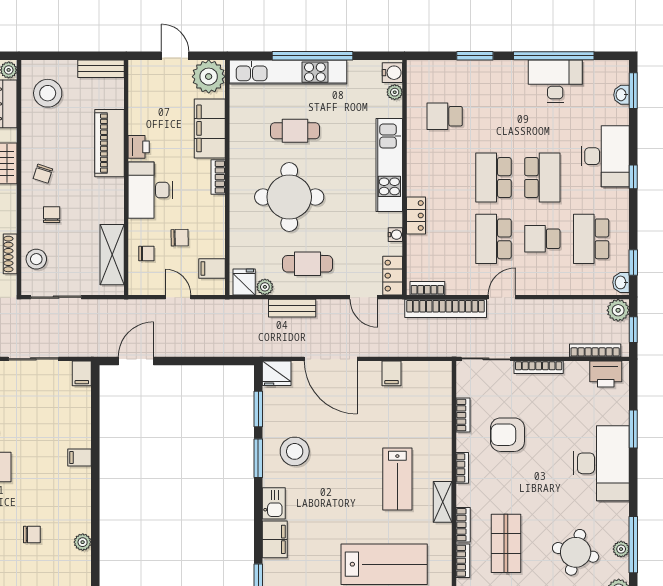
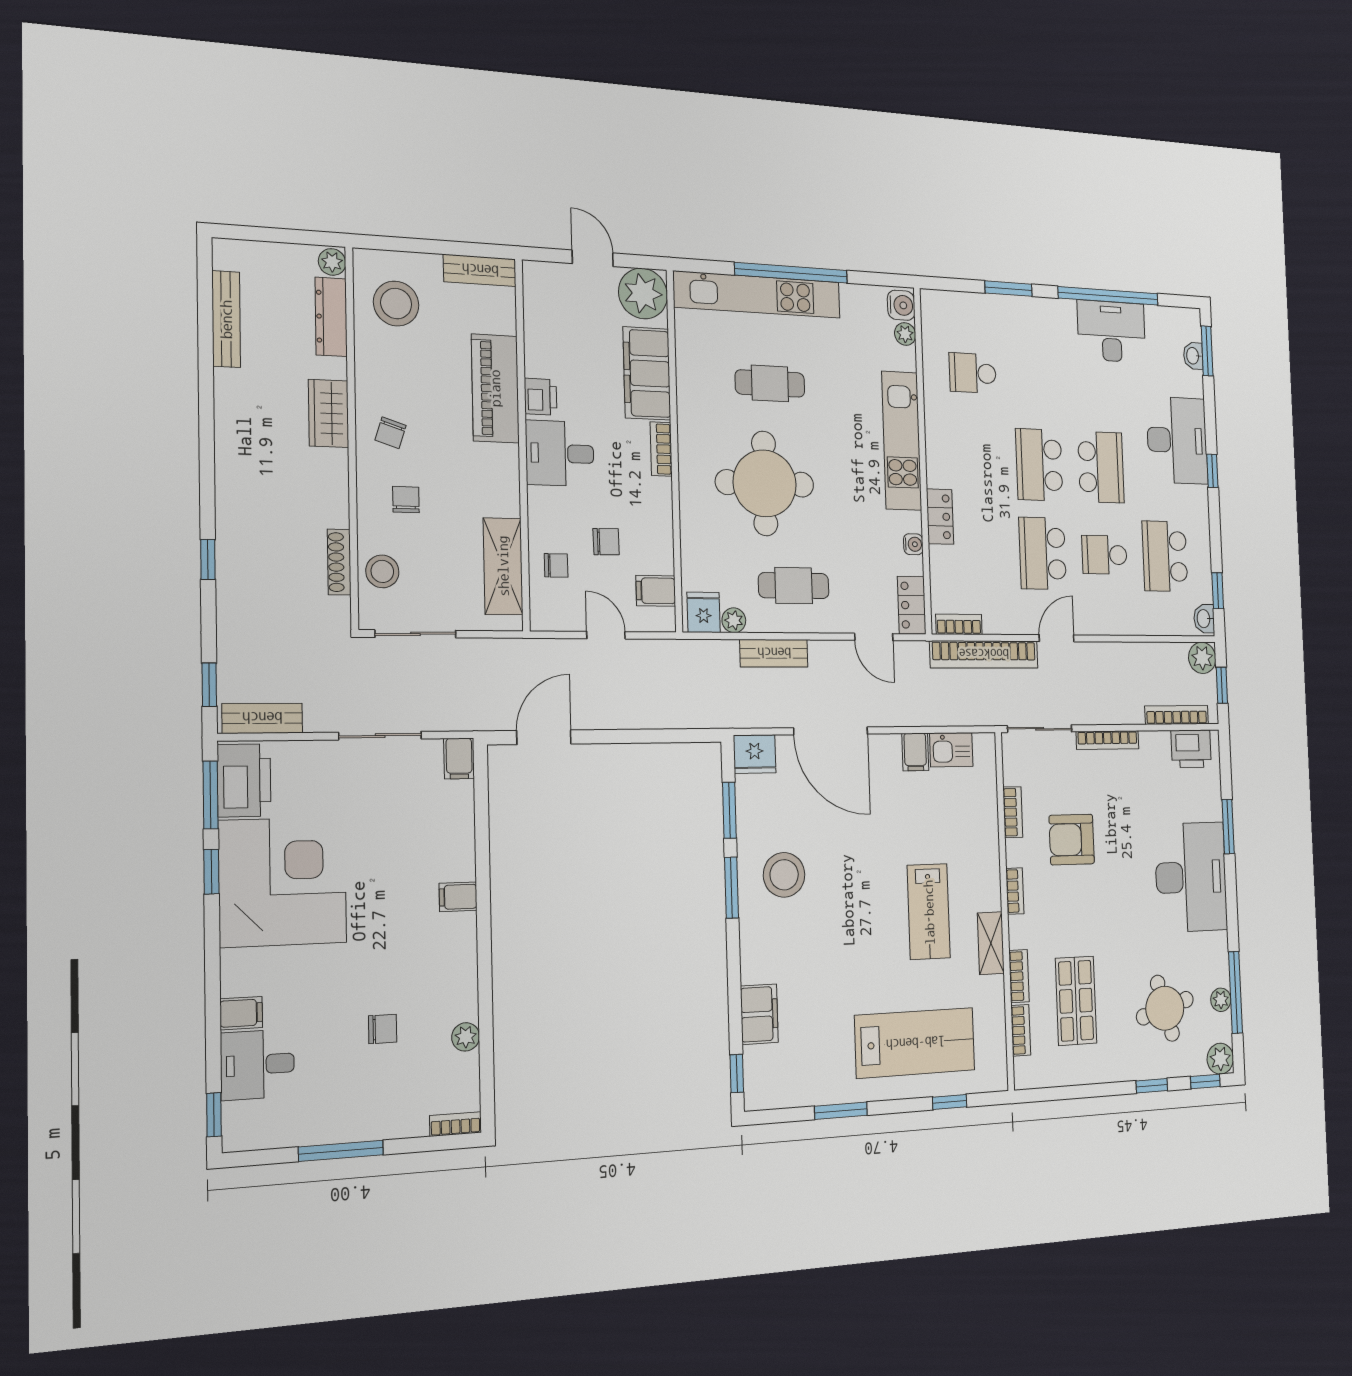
desk: (150, 190) -> (560, 453), width x0.73
kitchen sink: (274, 503) -> (951, 750), moved, turned 90
round table: (576, 552) -> (1165, 1008), turned -30

